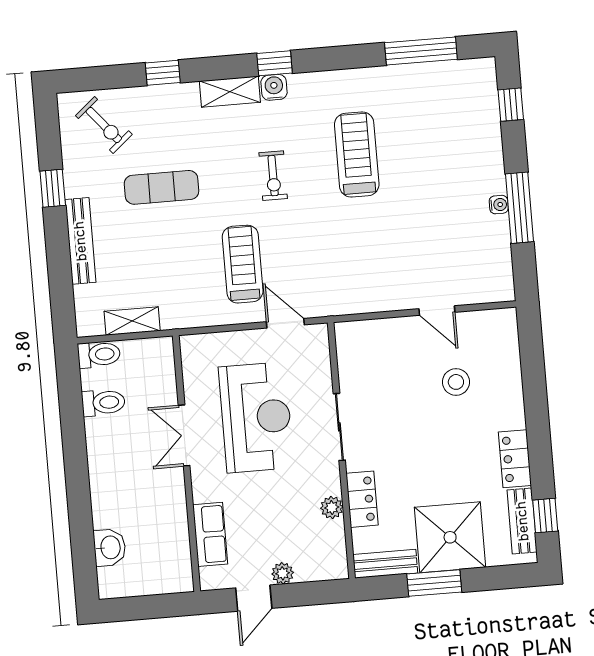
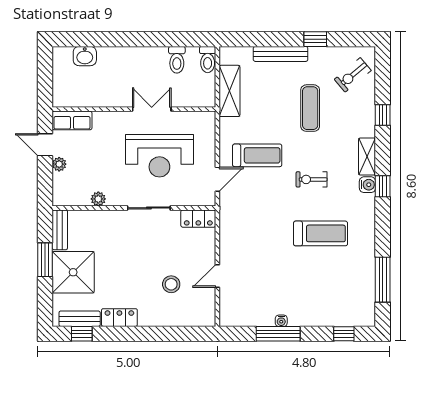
shelving: (132, 321) -> (230, 91), width x1.50, depth x1.33
locker: (362, 499) -> (198, 219), moved
row of seats: (210, 534) -> (72, 120), moved

